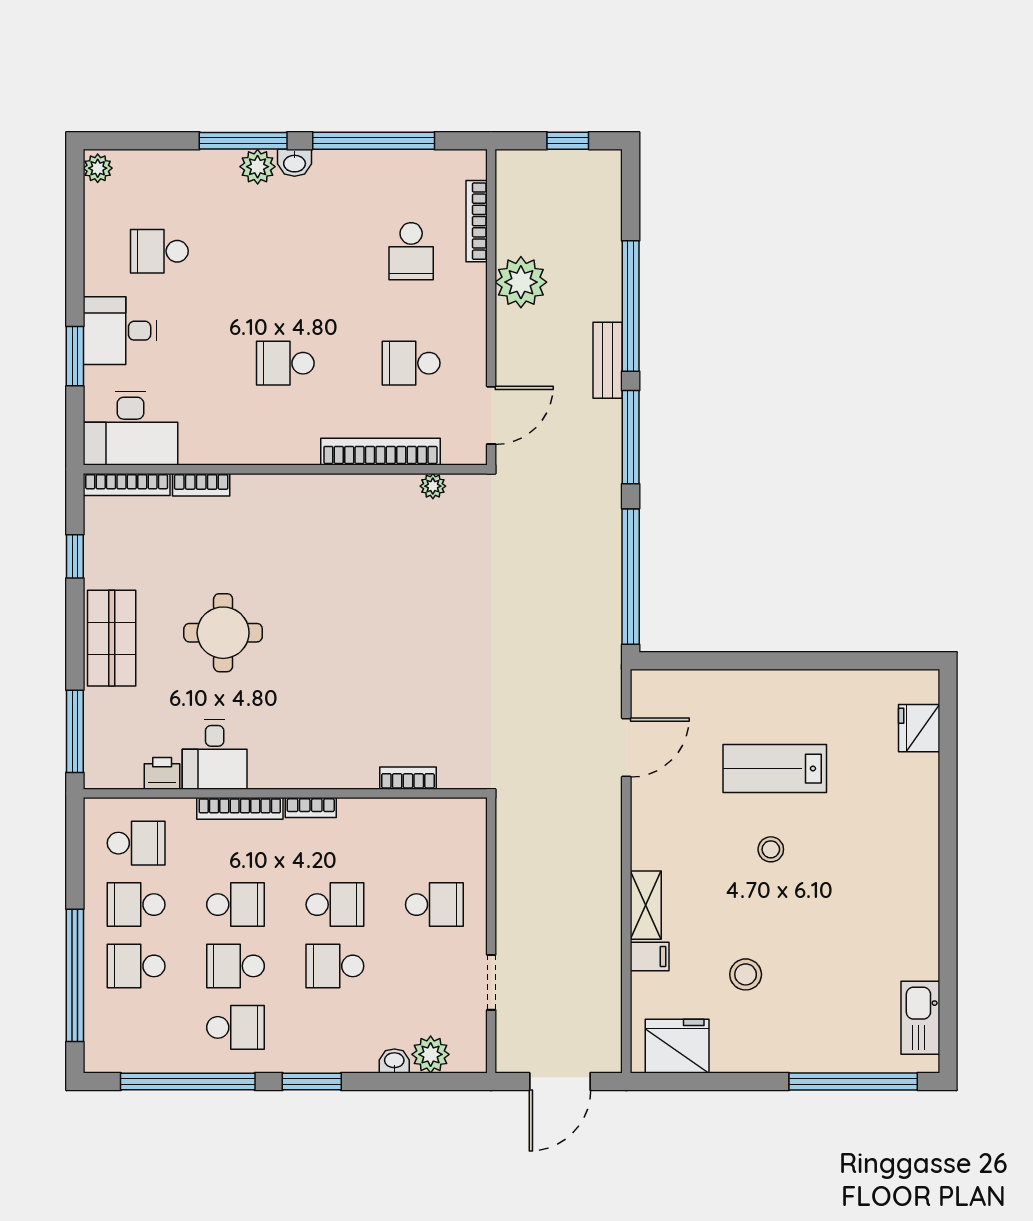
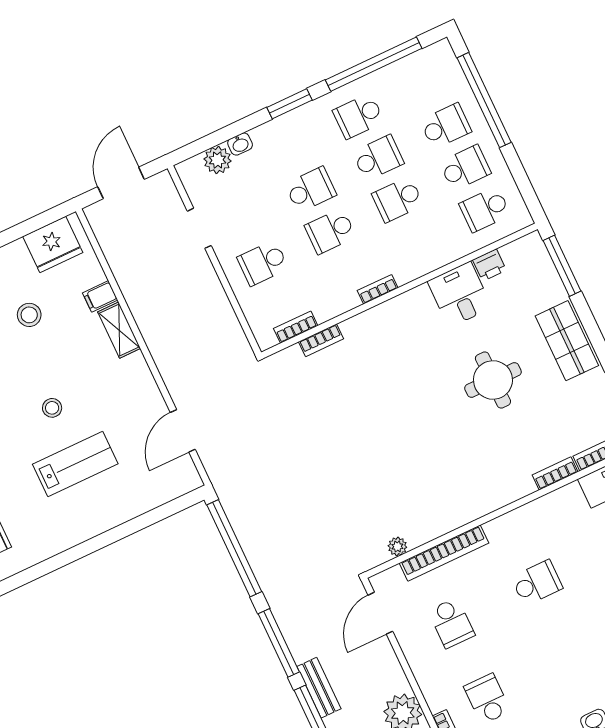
school desk: (411, 363) -> (451, 623), turned 90
bookcase: (240, 808) -> (296, 327), moved, width x0.64

